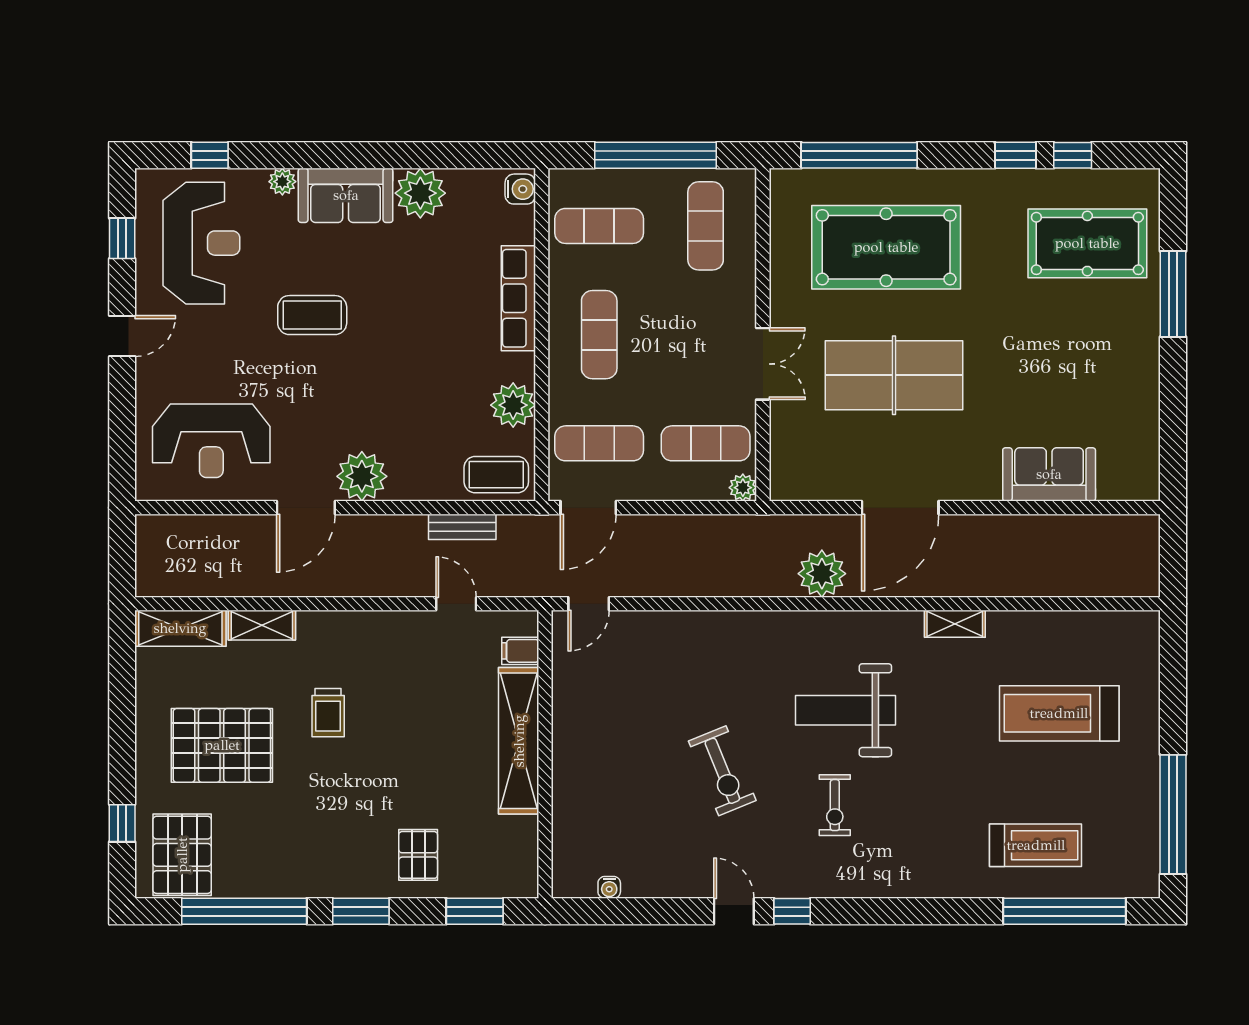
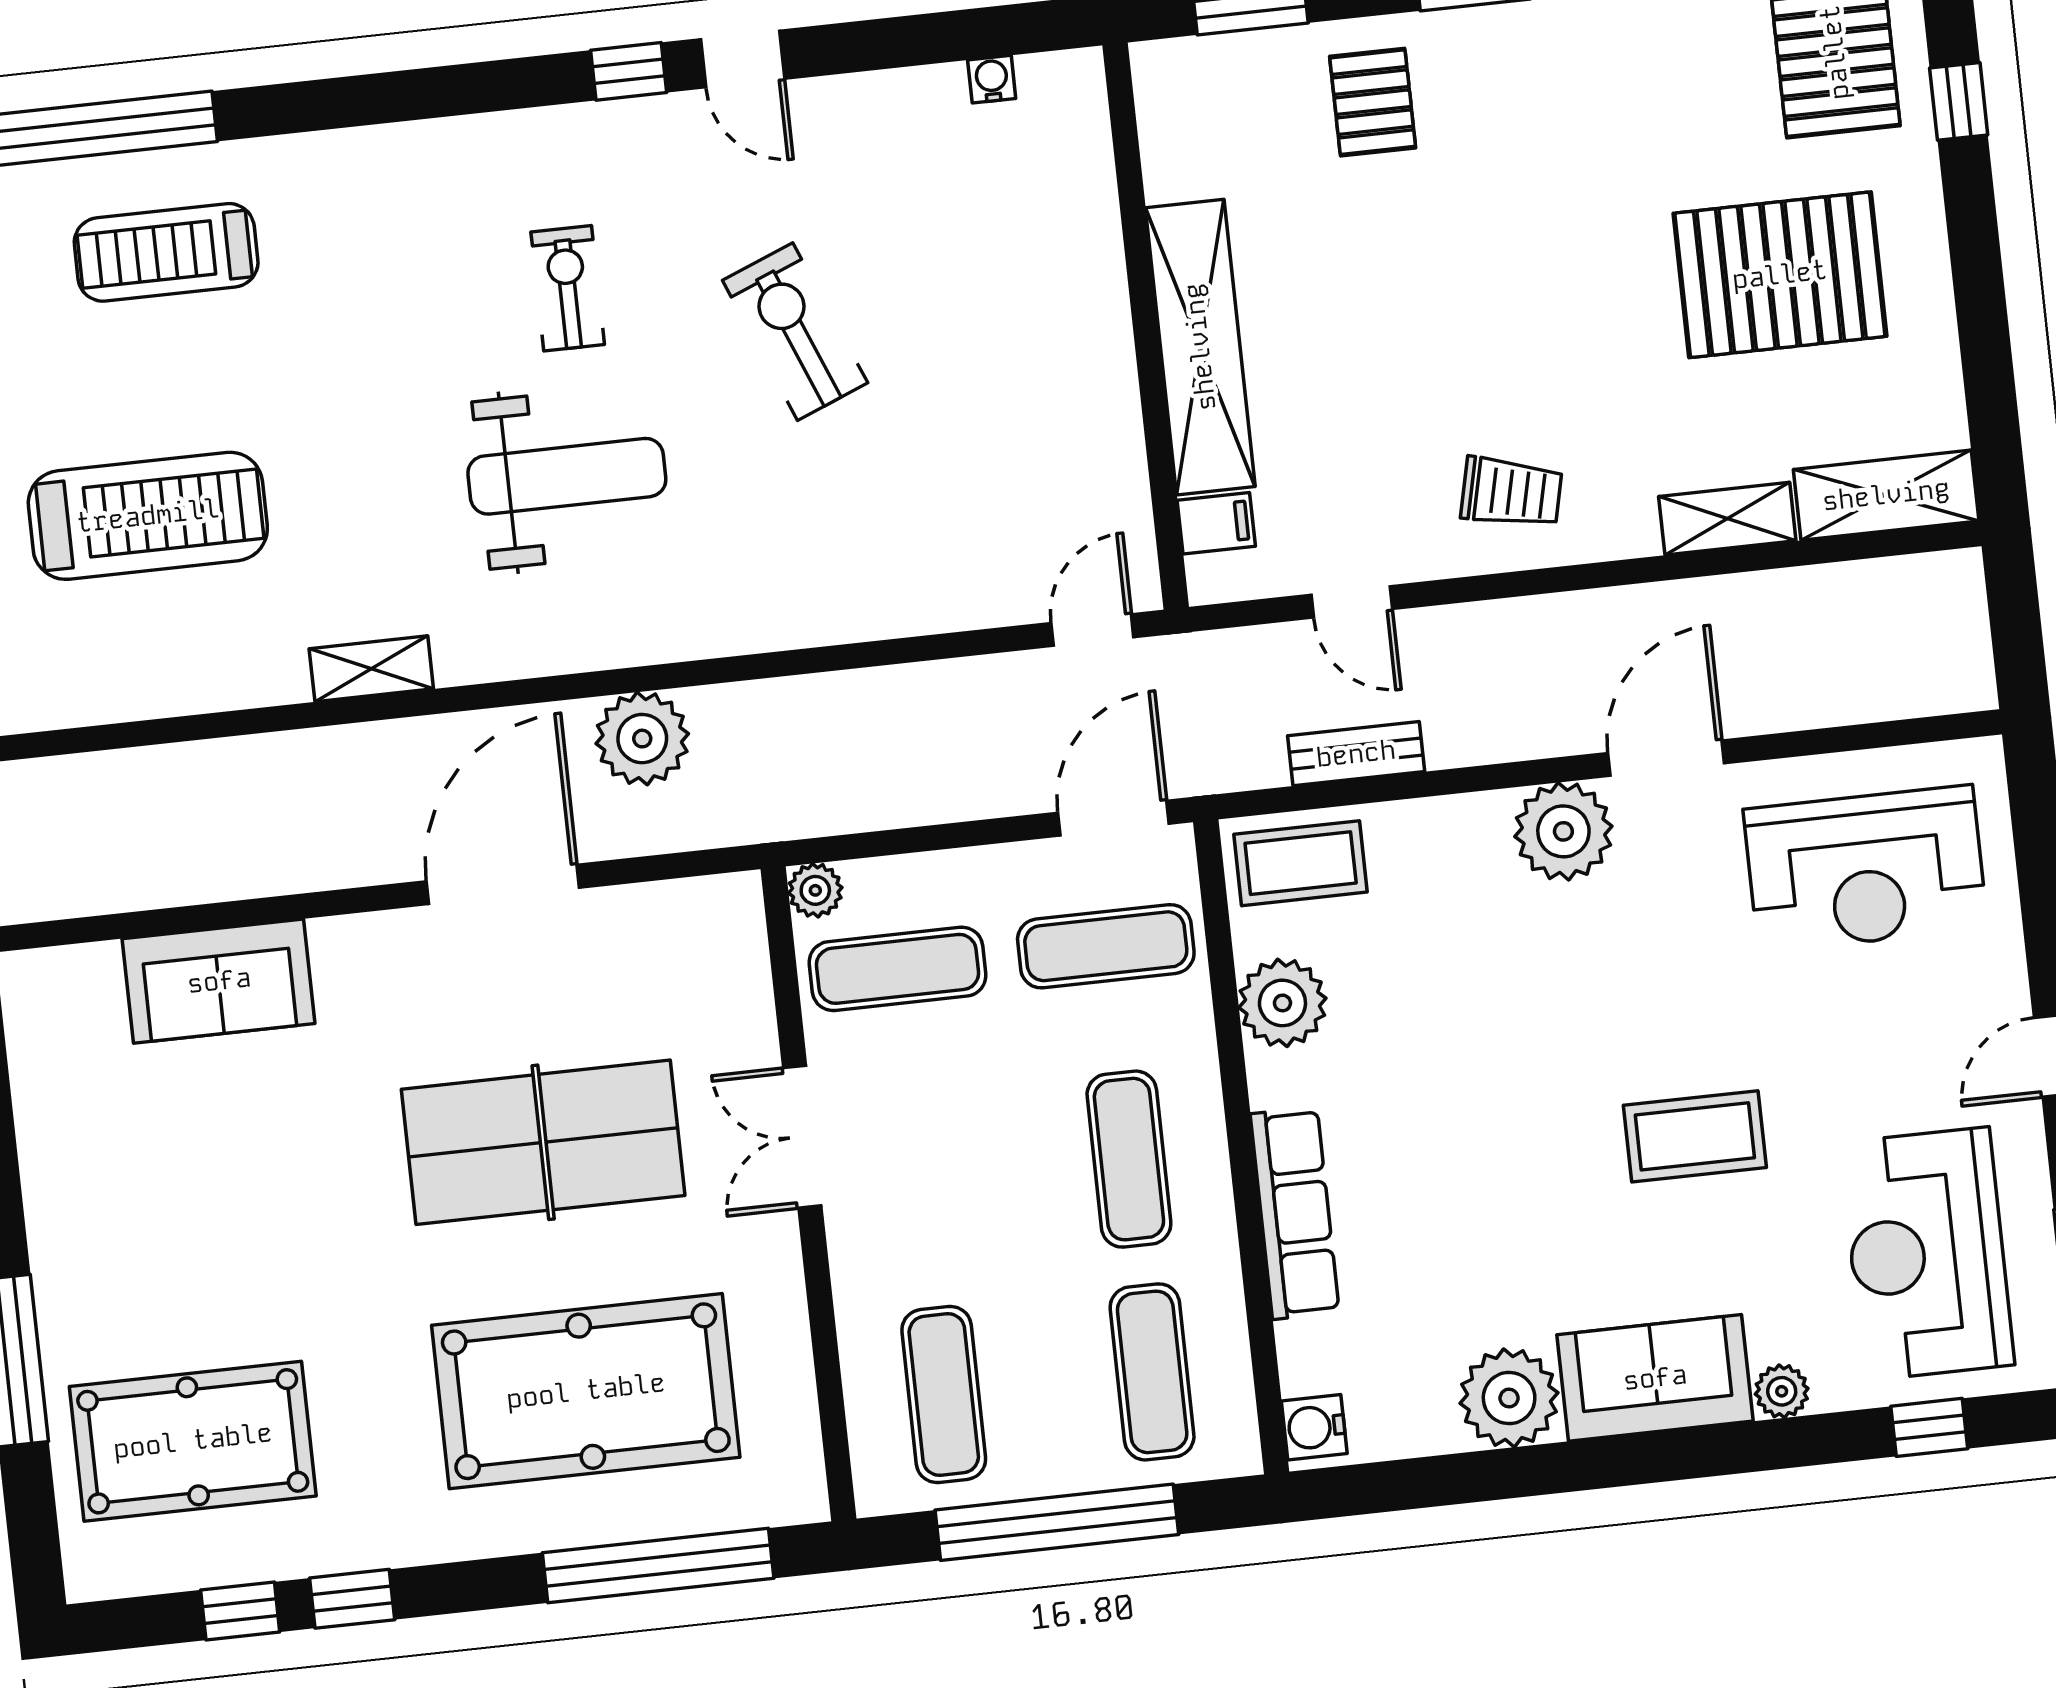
exercise mat: (599, 226) -> (1152, 1372), turned 90
reception desk: (211, 441) -> (1866, 869), turned 180
trolley: (328, 713) -> (1511, 492), moved, turned 103

